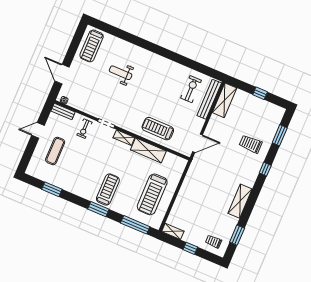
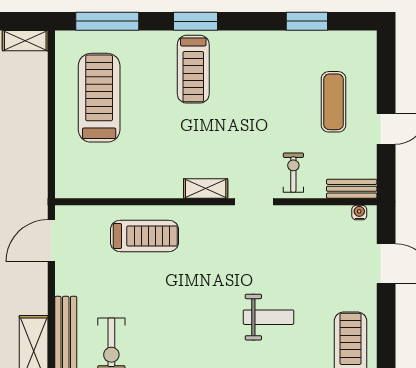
shelving: (148, 150) -> (145, 184), removed

